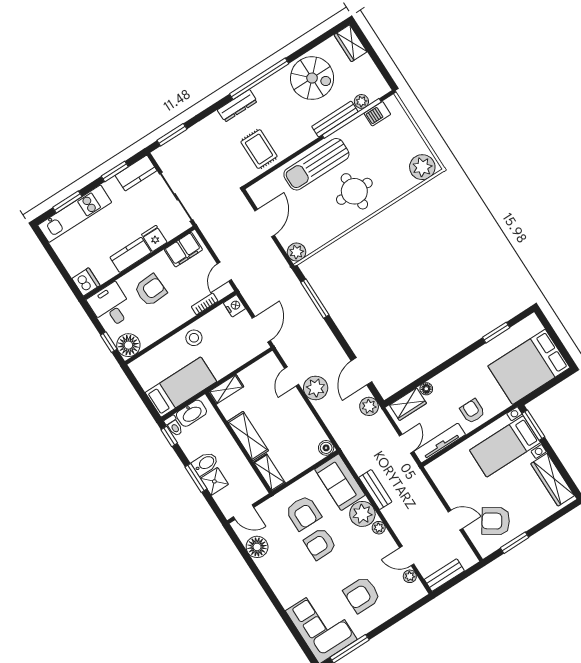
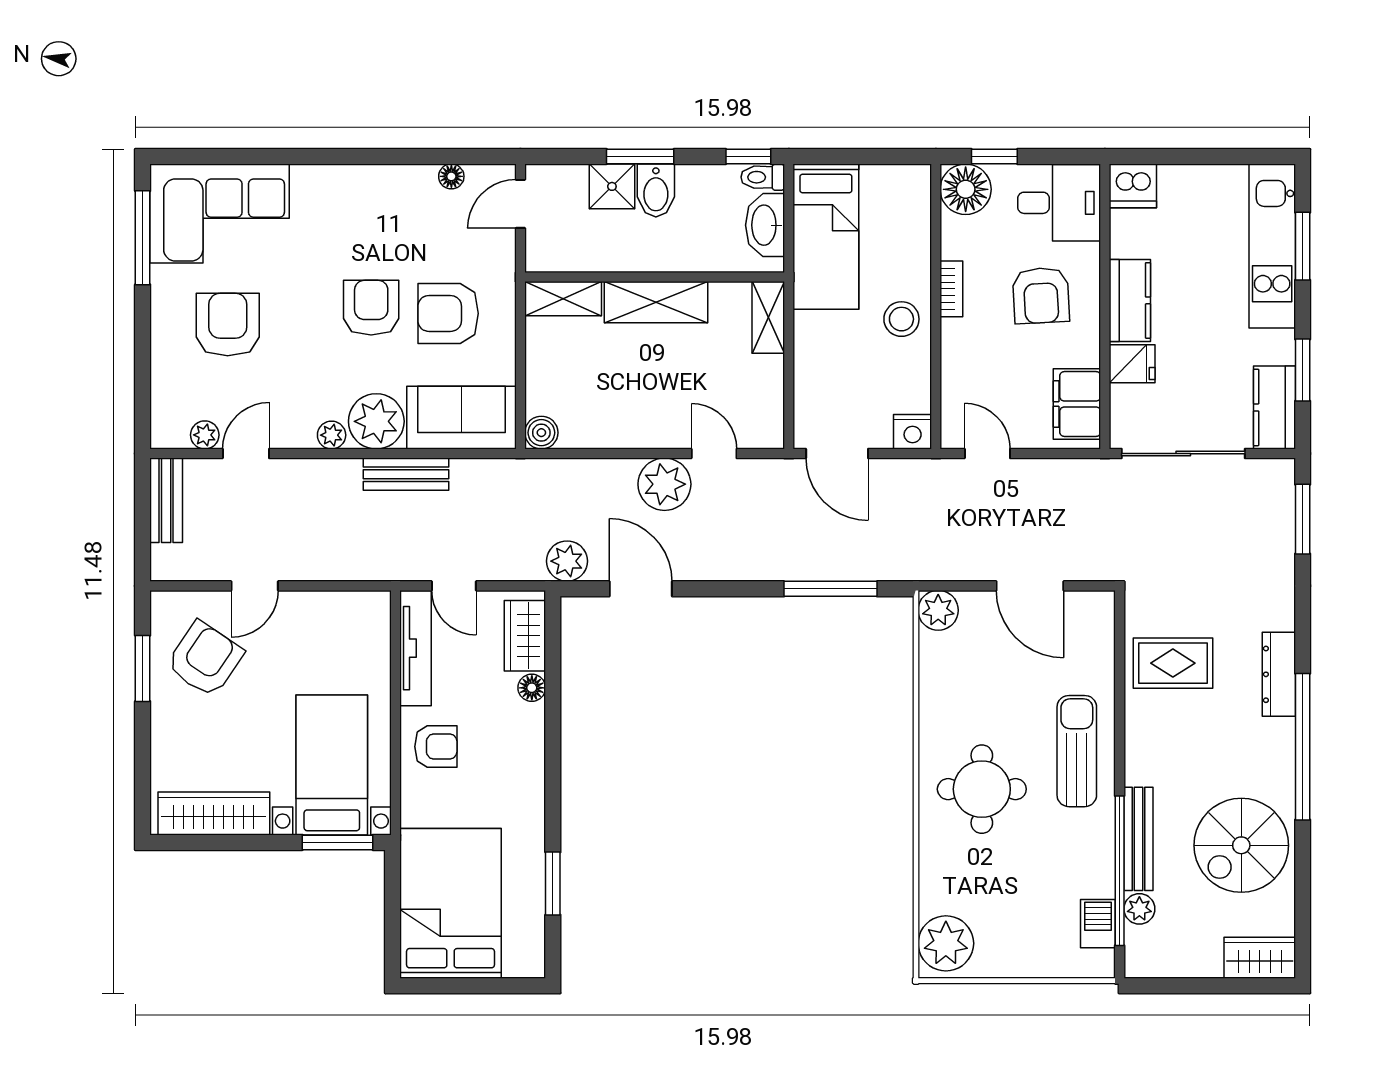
sun lounger: (316, 164) -> (1077, 751), width x0.73, depth x0.75
bookcase: (205, 304) -> (951, 289), moved
floor lamp: (257, 547) -> (451, 176), width x0.53, depth x0.53

